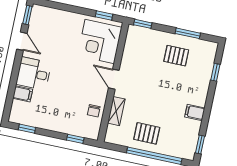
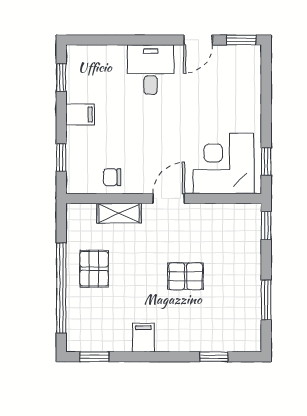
pallet: (176, 56) -> (186, 276), moved, turned 90
filing cabinet: (23, 94) -> (80, 114), moved, turned -90

